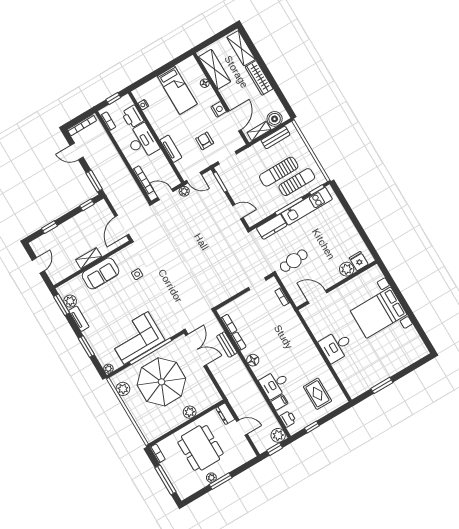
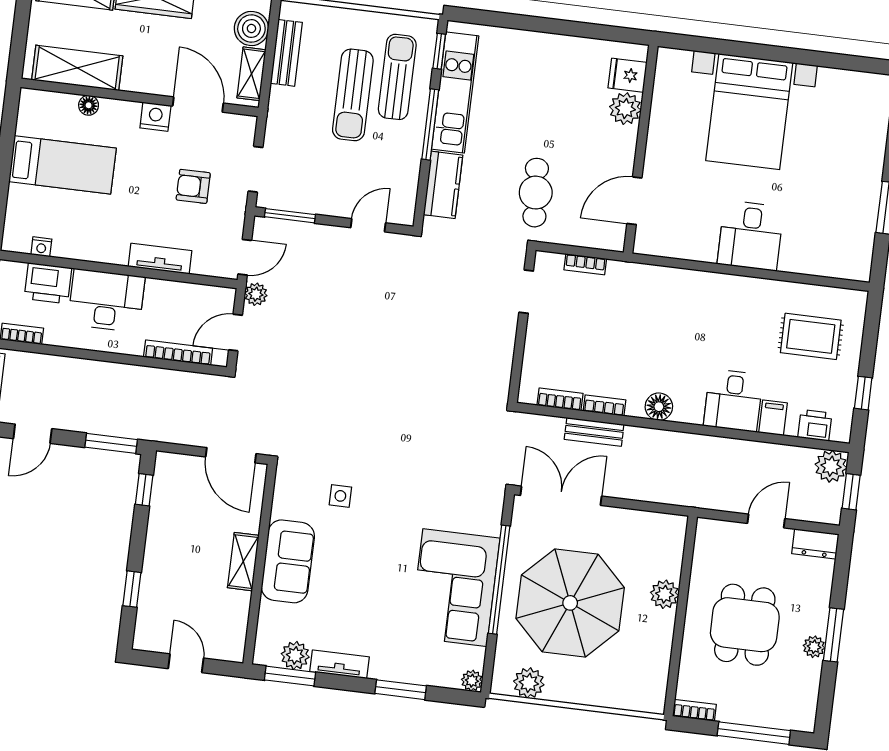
dresser: (225, 414) -> (815, 544), moved
dining table: (200, 448) -> (745, 625), width x0.73

